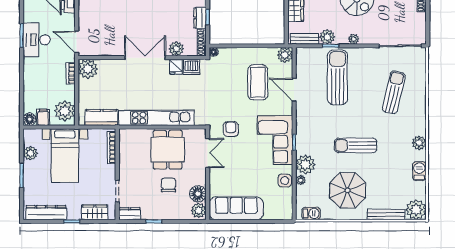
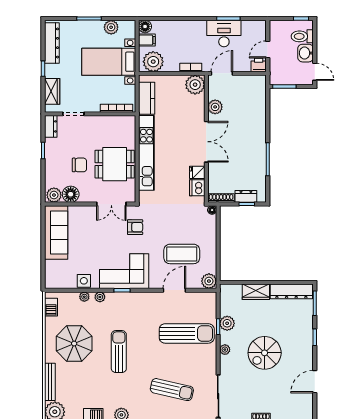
bench: (305, 39) -> (225, 301), removed
plant: (176, 49) -> (215, 107), moved
plant: (305, 164) -> (100, 297), width x0.53, depth x0.53

